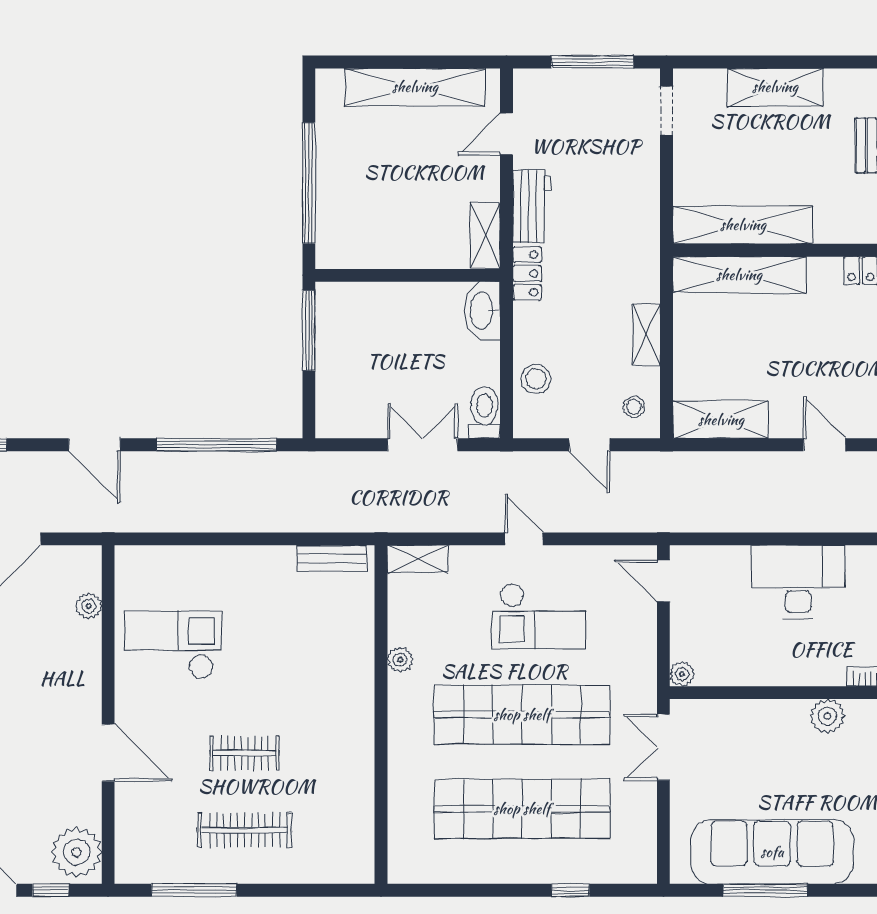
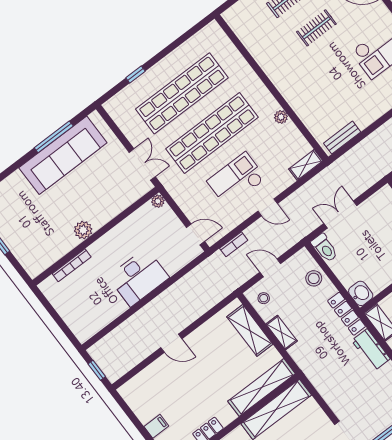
locker: (527, 273) -> (346, 314), width x1.53
washbasin: (482, 311) -> (361, 293), width x0.72
shelving: (721, 420) -> (250, 330), moved, turned 90
double door: (423, 445) -> (340, 214), swing flipped
bookcase: (617, 522) -> (234, 244), added

